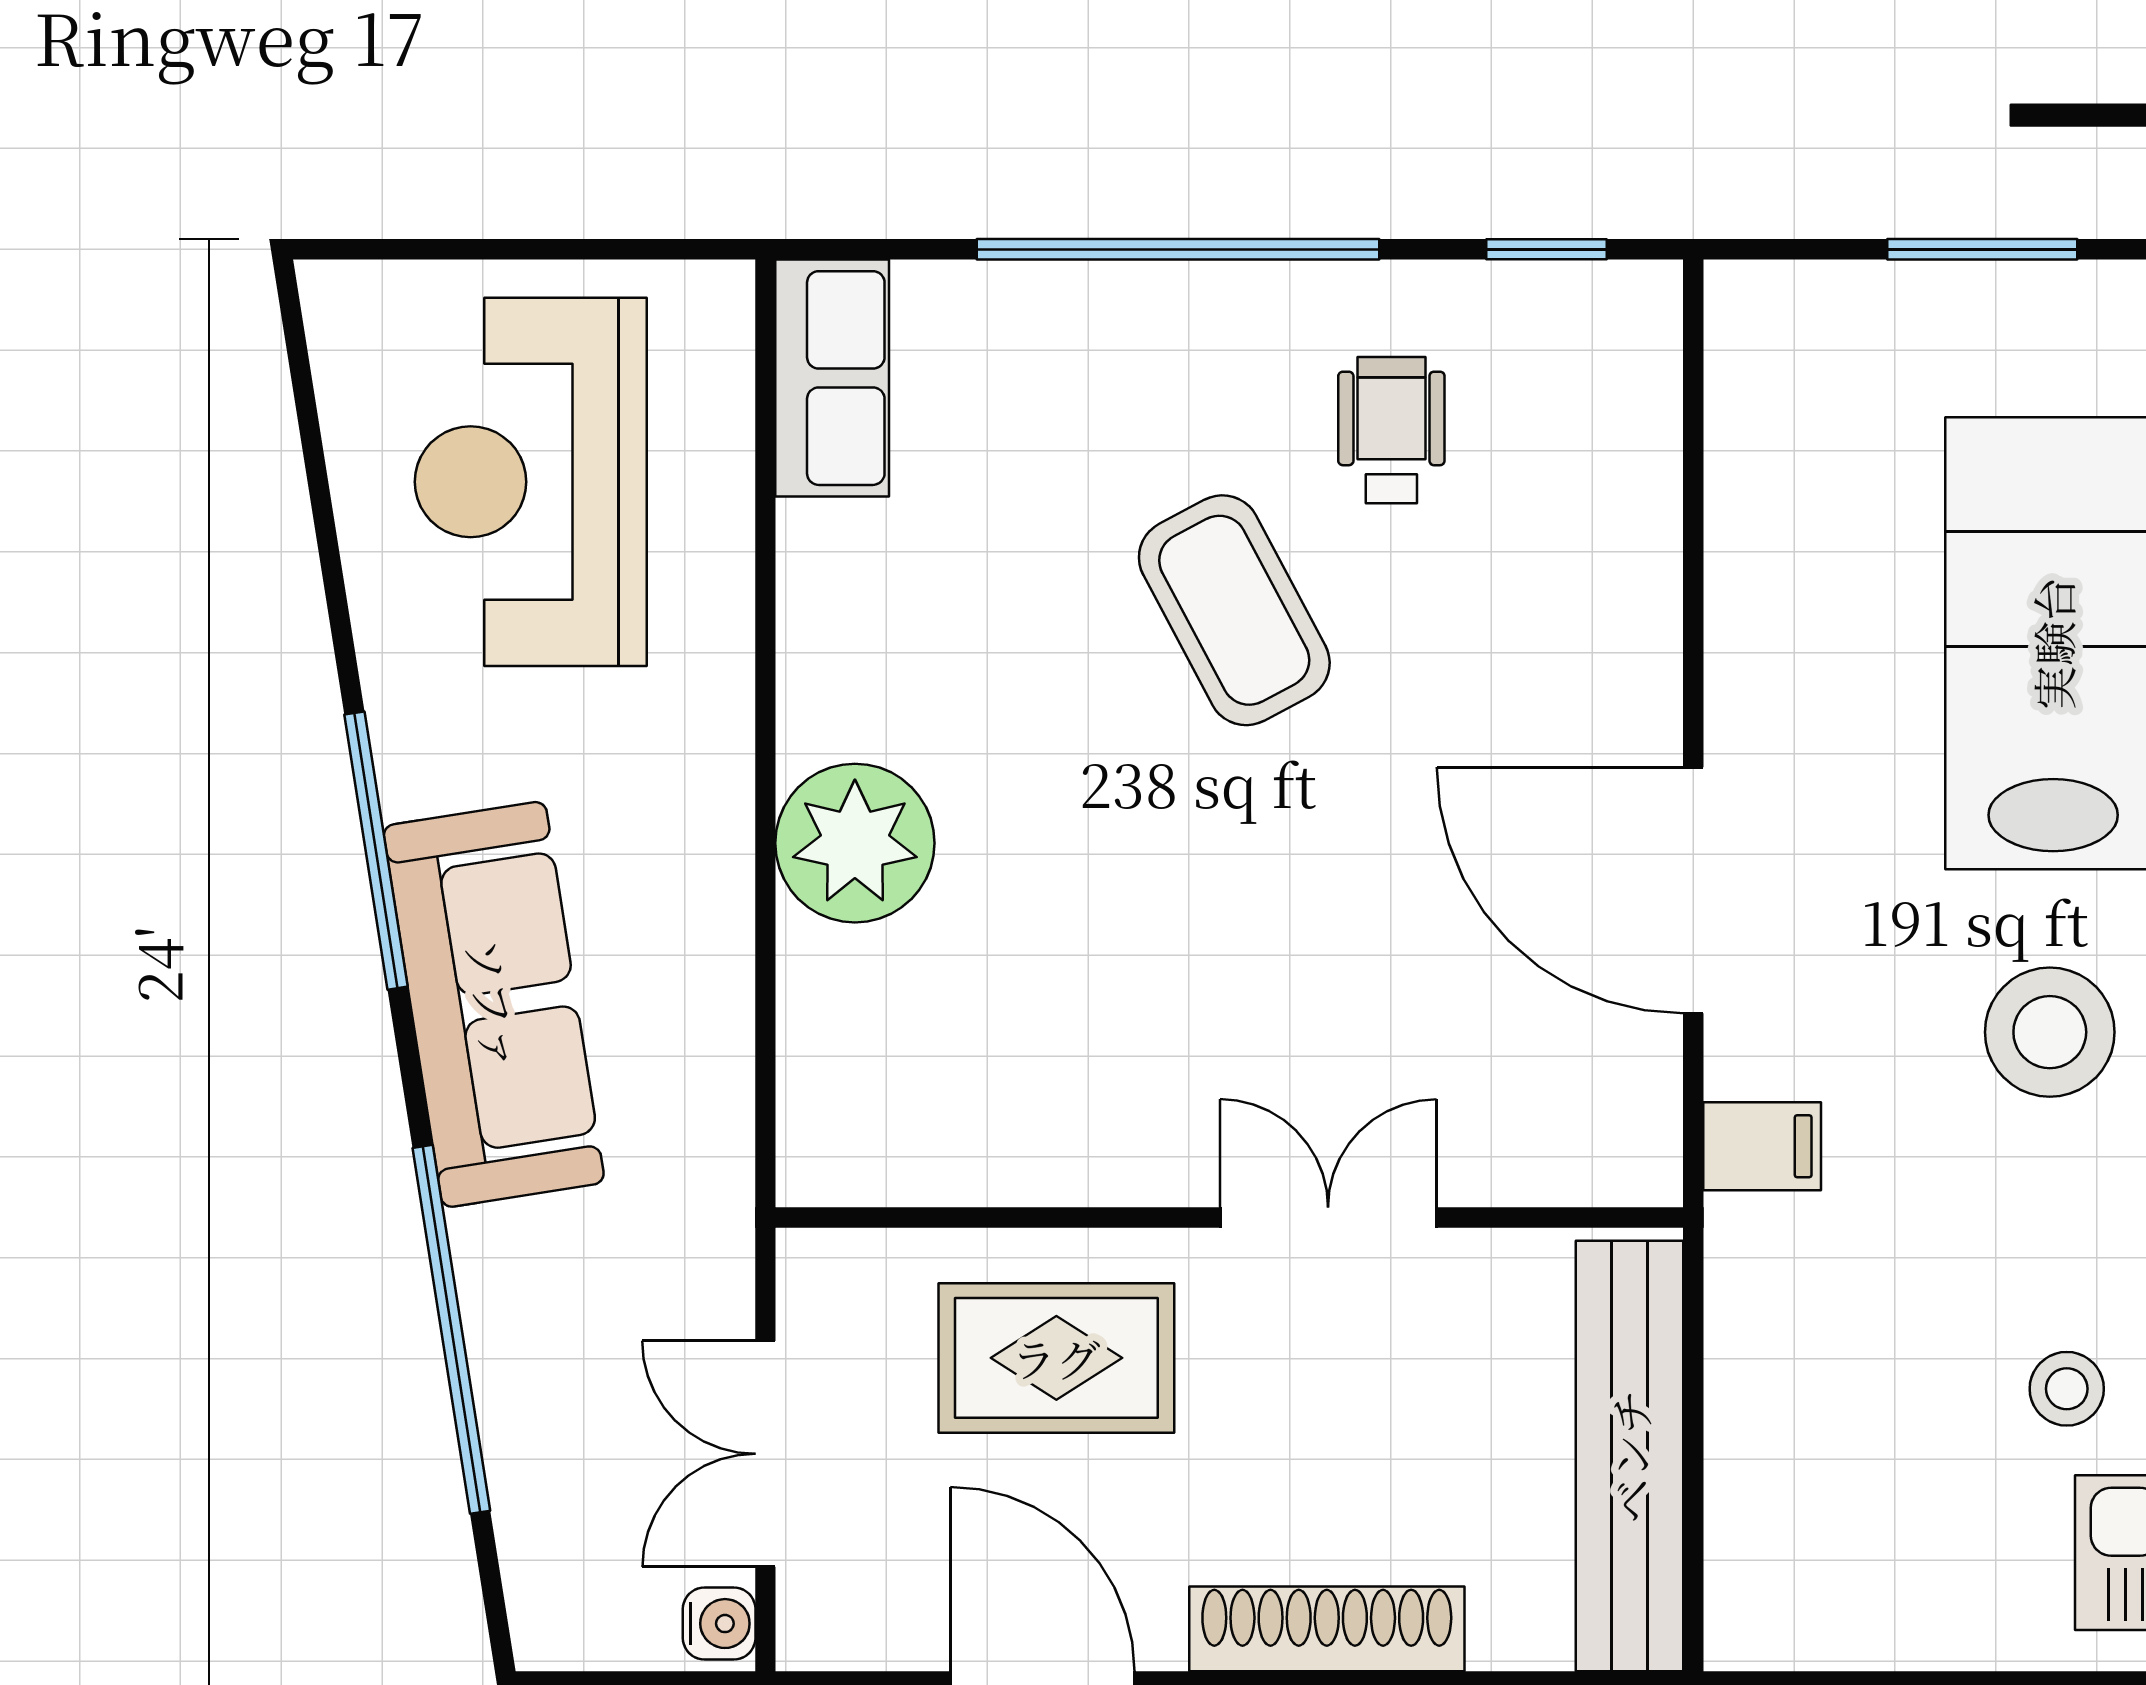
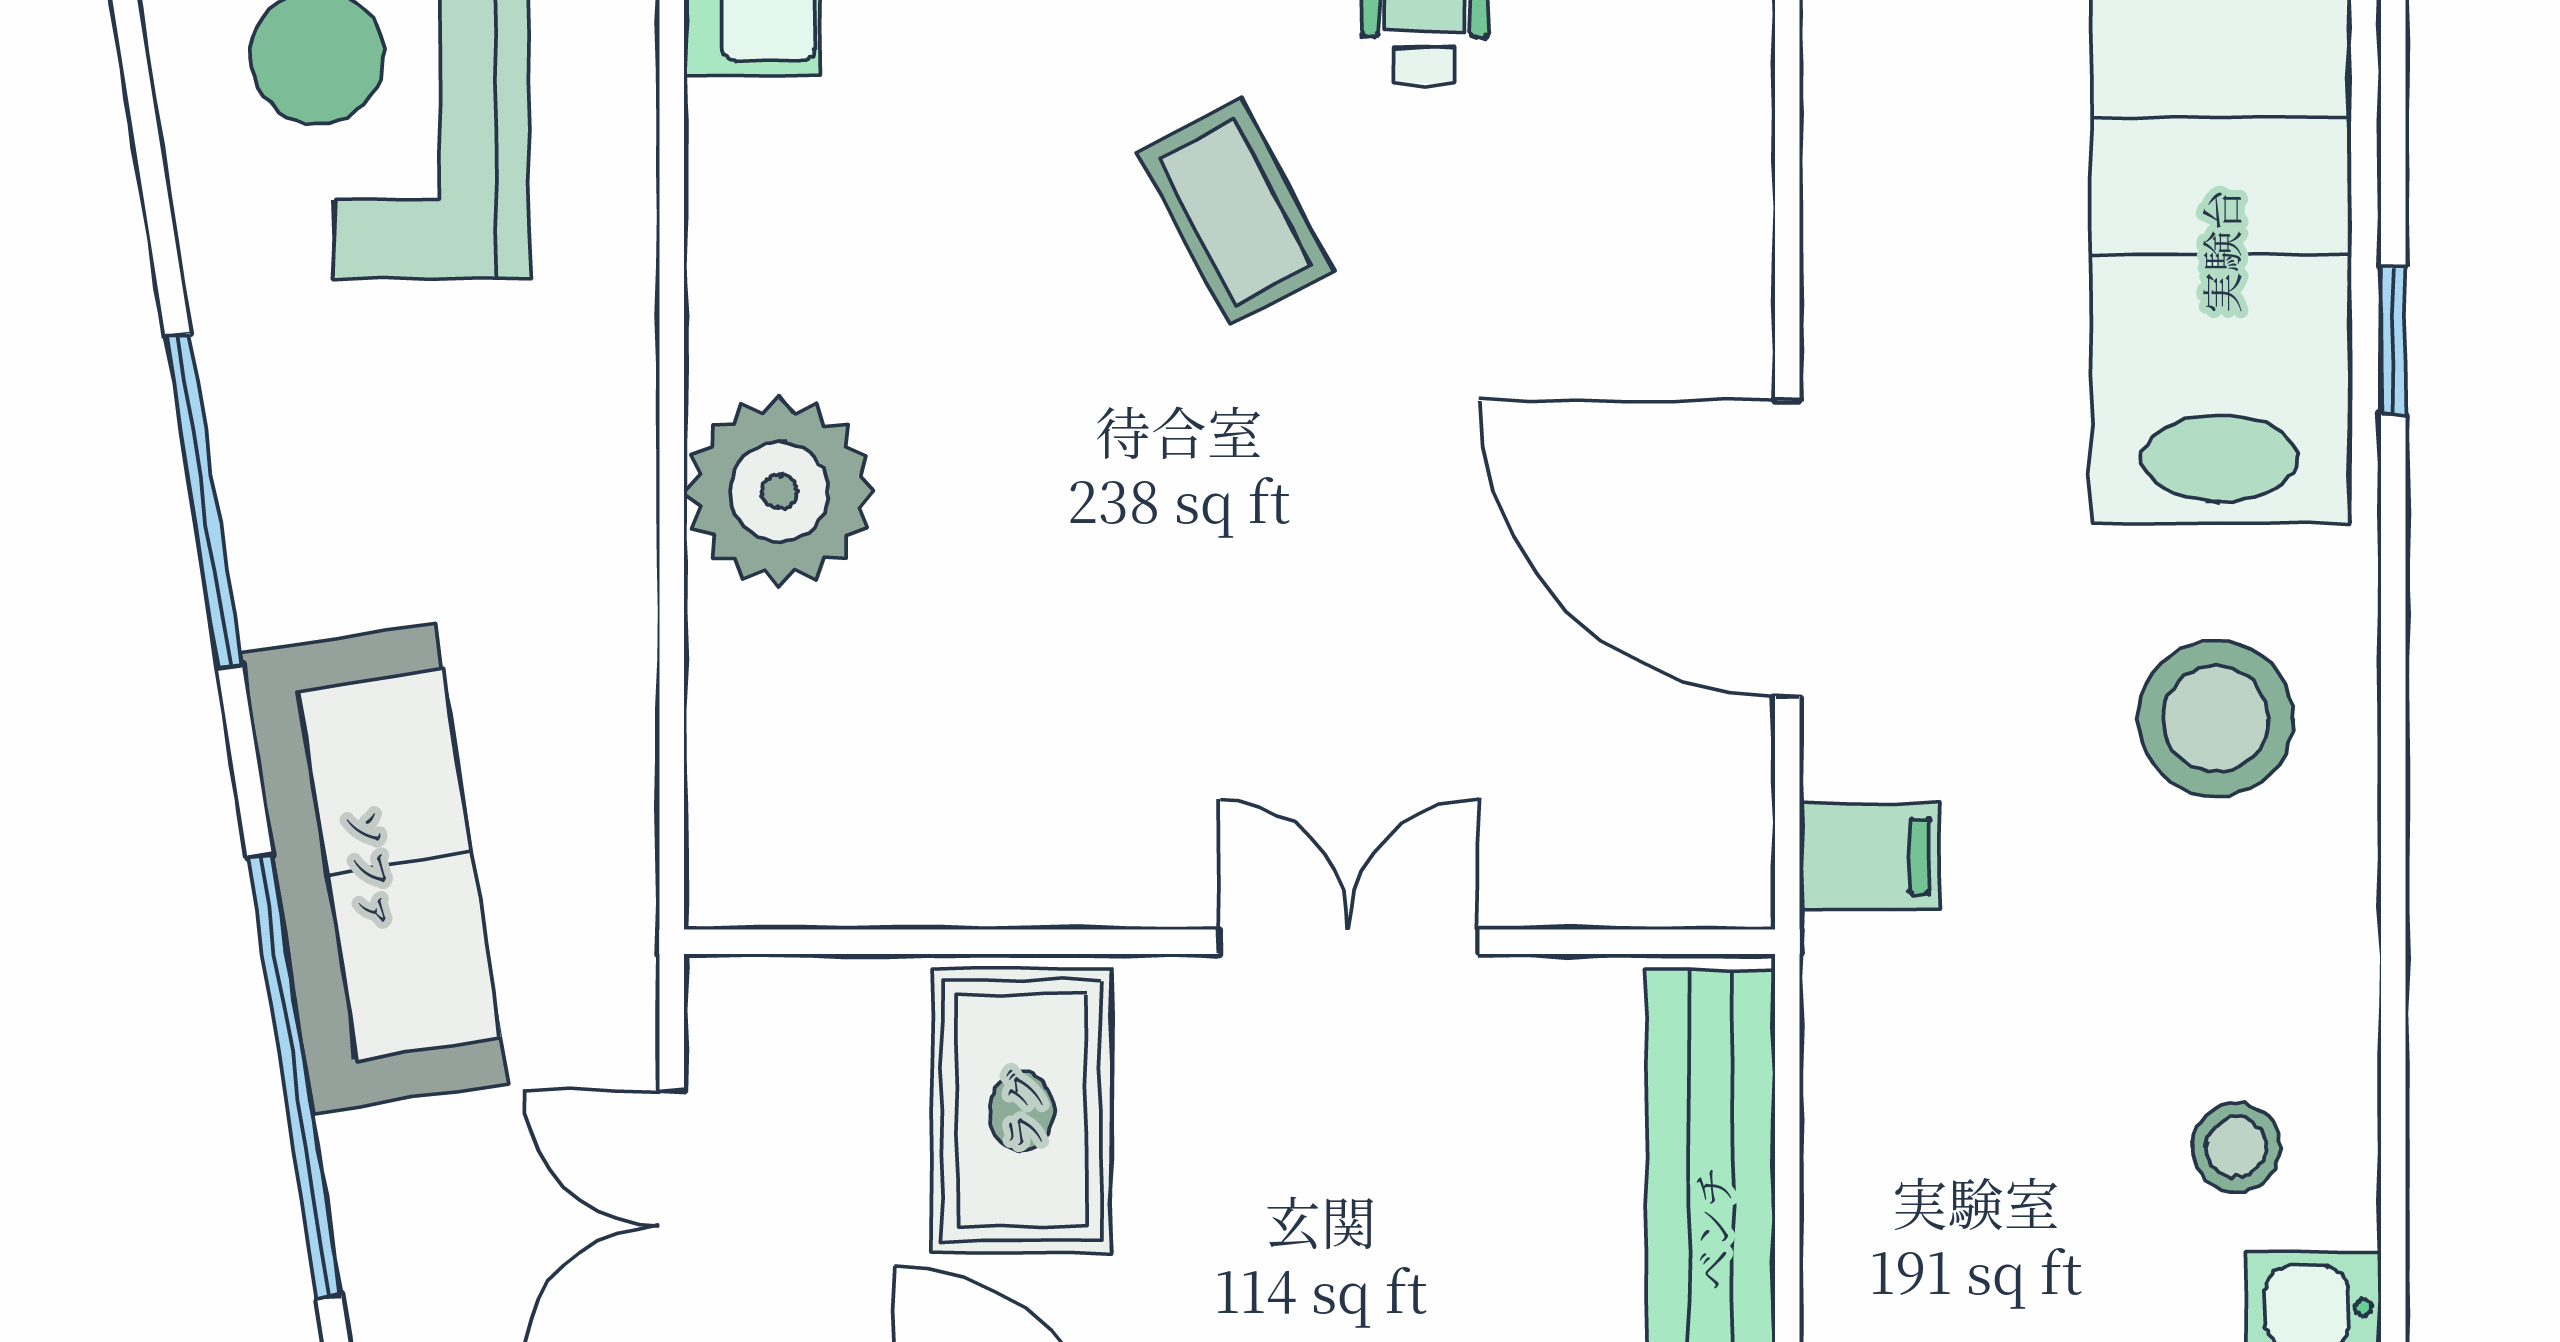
coffee table: (1234, 610) -> (1235, 212), width x0.73, depth x0.77
sofa: (494, 1004) -> (374, 869), moved
rug: (1056, 1358) -> (1022, 1111), turned 90

